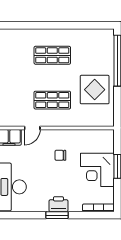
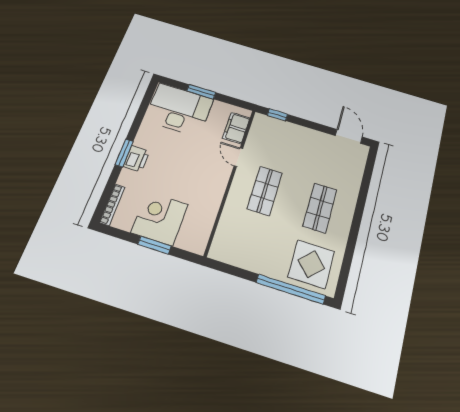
display table: (95, 90) -> (311, 264), moved
chair: (60, 155) -> (194, 179), removed

